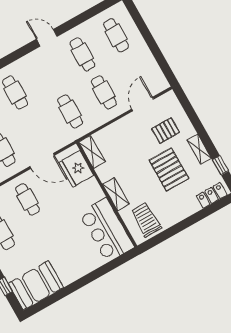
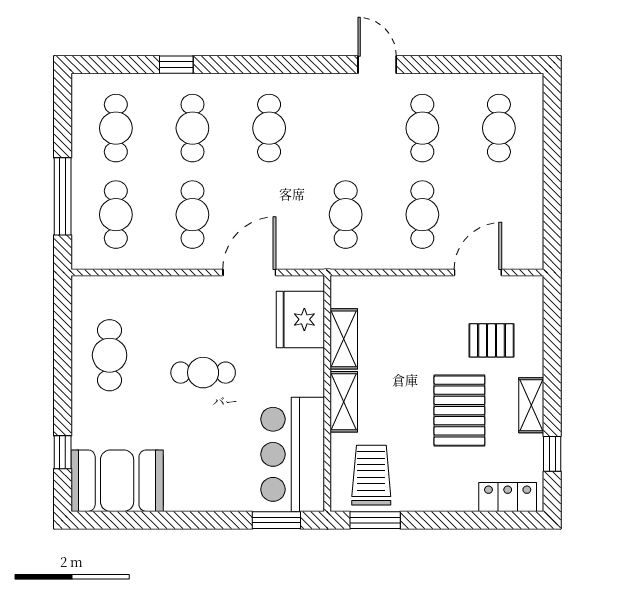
shelving: (92, 152) -> (344, 339), moved
door: (42, 161) -> (249, 272), swing flipped
cafe table: (27, 199) -> (203, 373), moved, turned 90
window: (159, 238) -> (375, 520), added
window: (116, 263) -> (276, 520), added

